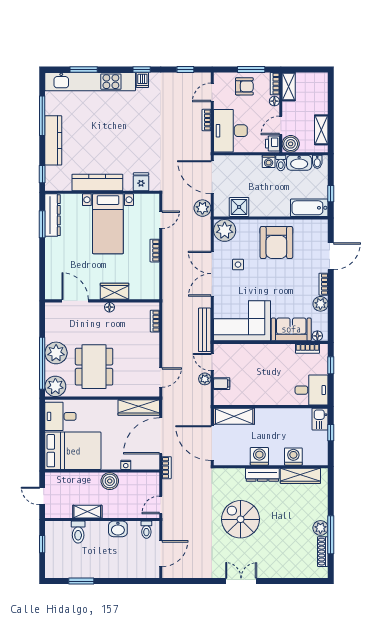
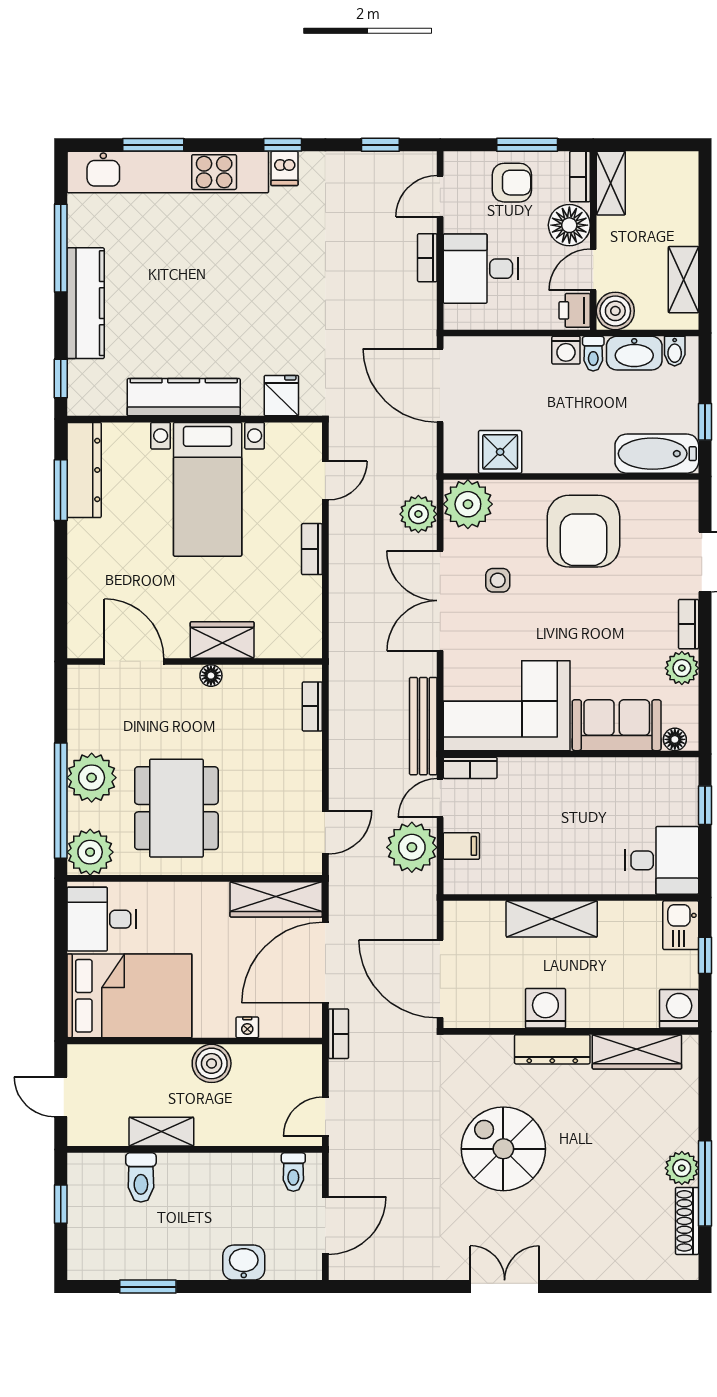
floor lamp: (274, 101) -> (569, 225), width x1.89, depth x1.89
desk: (230, 131) -> (481, 269), width x0.73
plant: (202, 208) -> (418, 514), moved
bookcase: (308, 349) -> (470, 768), moved
door: (212, 362) -> (440, 798), hinge flipped
plant: (205, 379) -> (412, 847), width x1.88, depth x1.88
shelving: (234, 416) -> (552, 919), moved
washing machine: (293, 457) -> (679, 1009), moved
washbasin: (118, 529) -> (244, 1263), moved, turned 180

